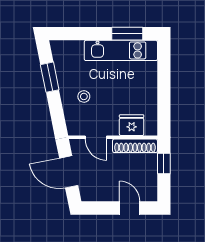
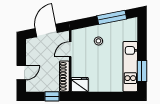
window: (50, 77) -> (112, 17), width x1.44
fridge: (132, 125) -> (80, 85), moved, turned -90

